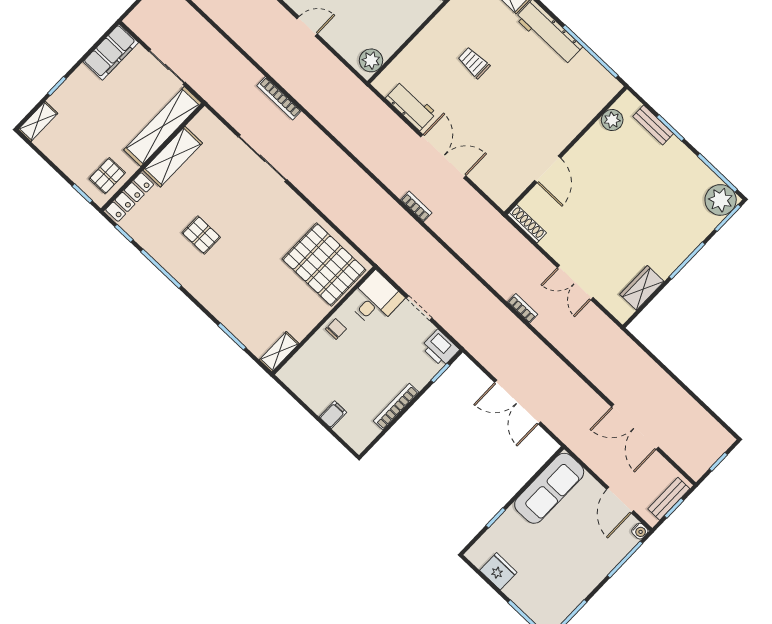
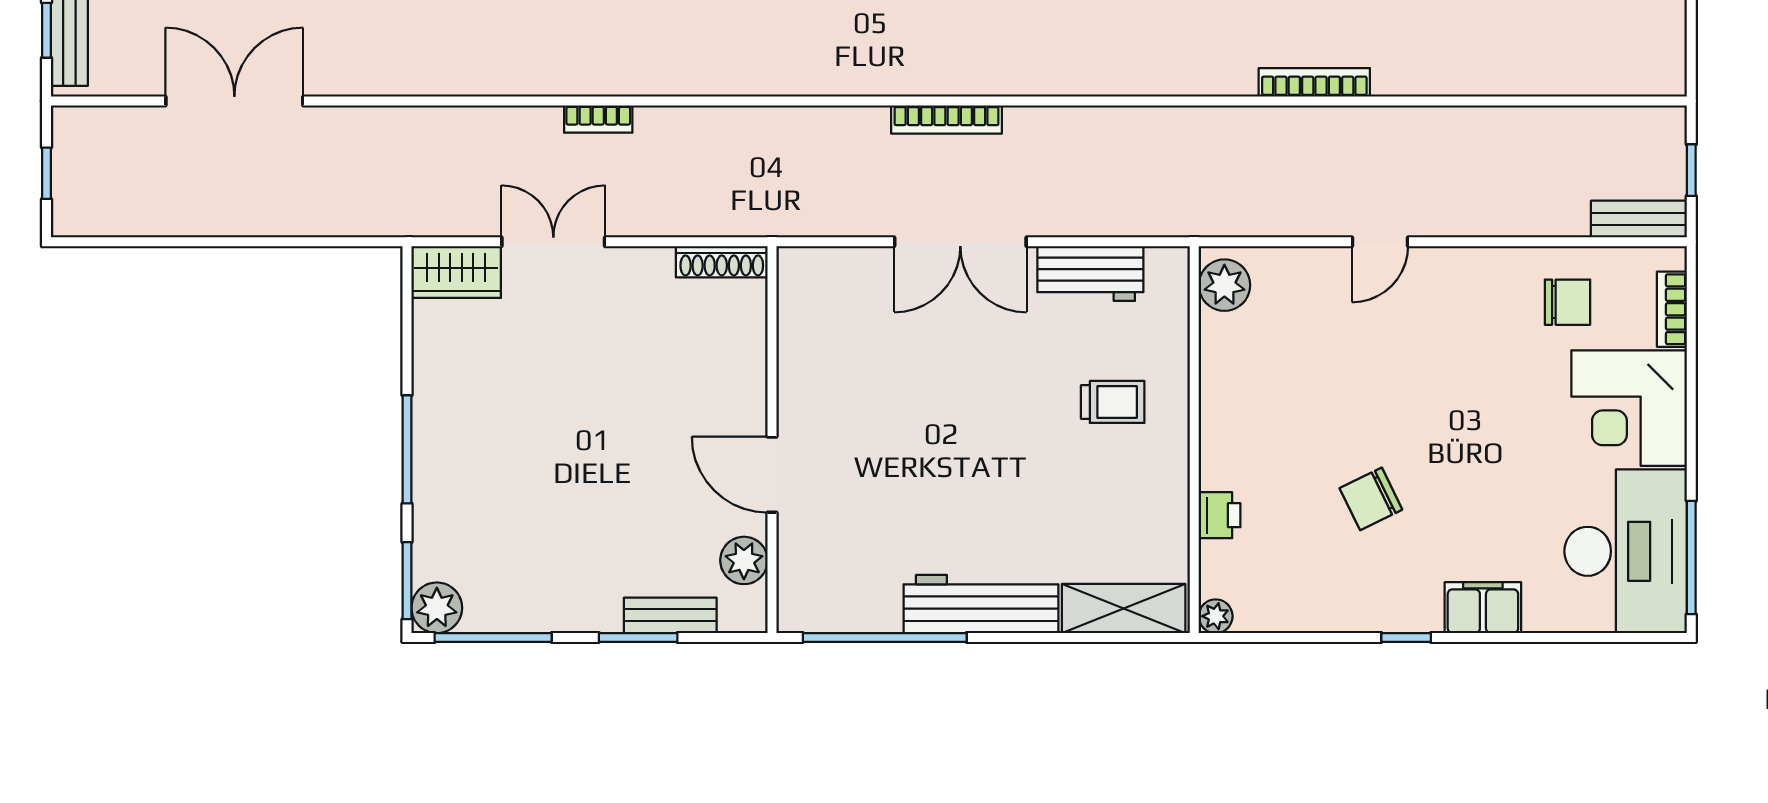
trolley: (474, 63) -> (1113, 402), moved
door: (548, 169) -> (772, 475), moved
plant: (721, 200) -> (437, 608), width x0.73, depth x0.73
bookcase: (416, 206) -> (947, 120), width x1.56
wardrobe: (642, 288) -> (456, 272), moved, turned 90

